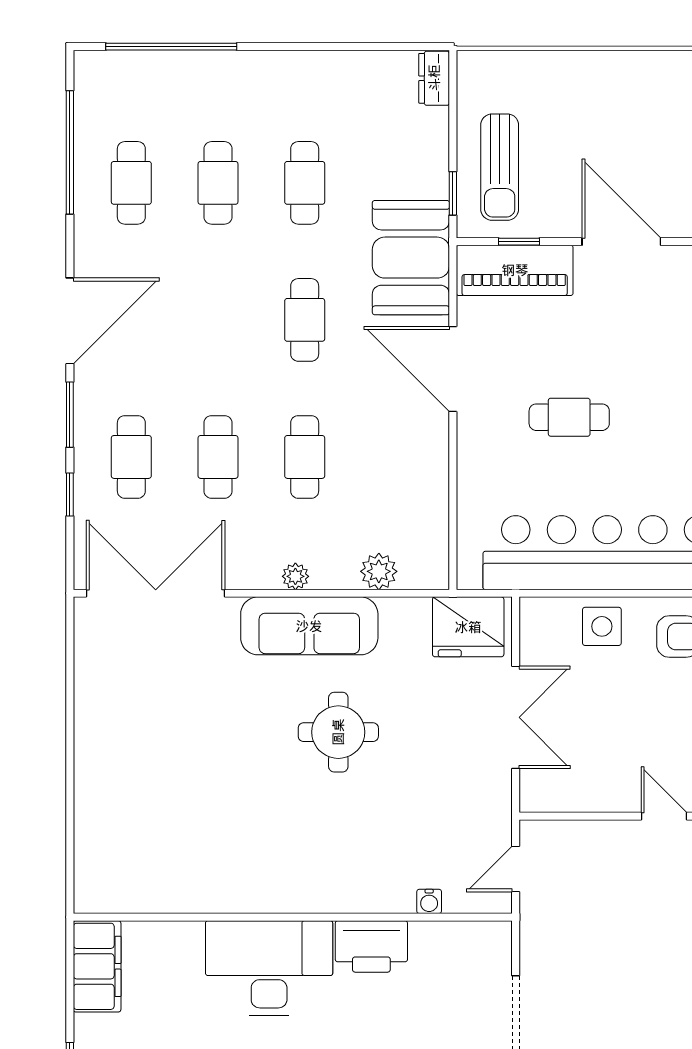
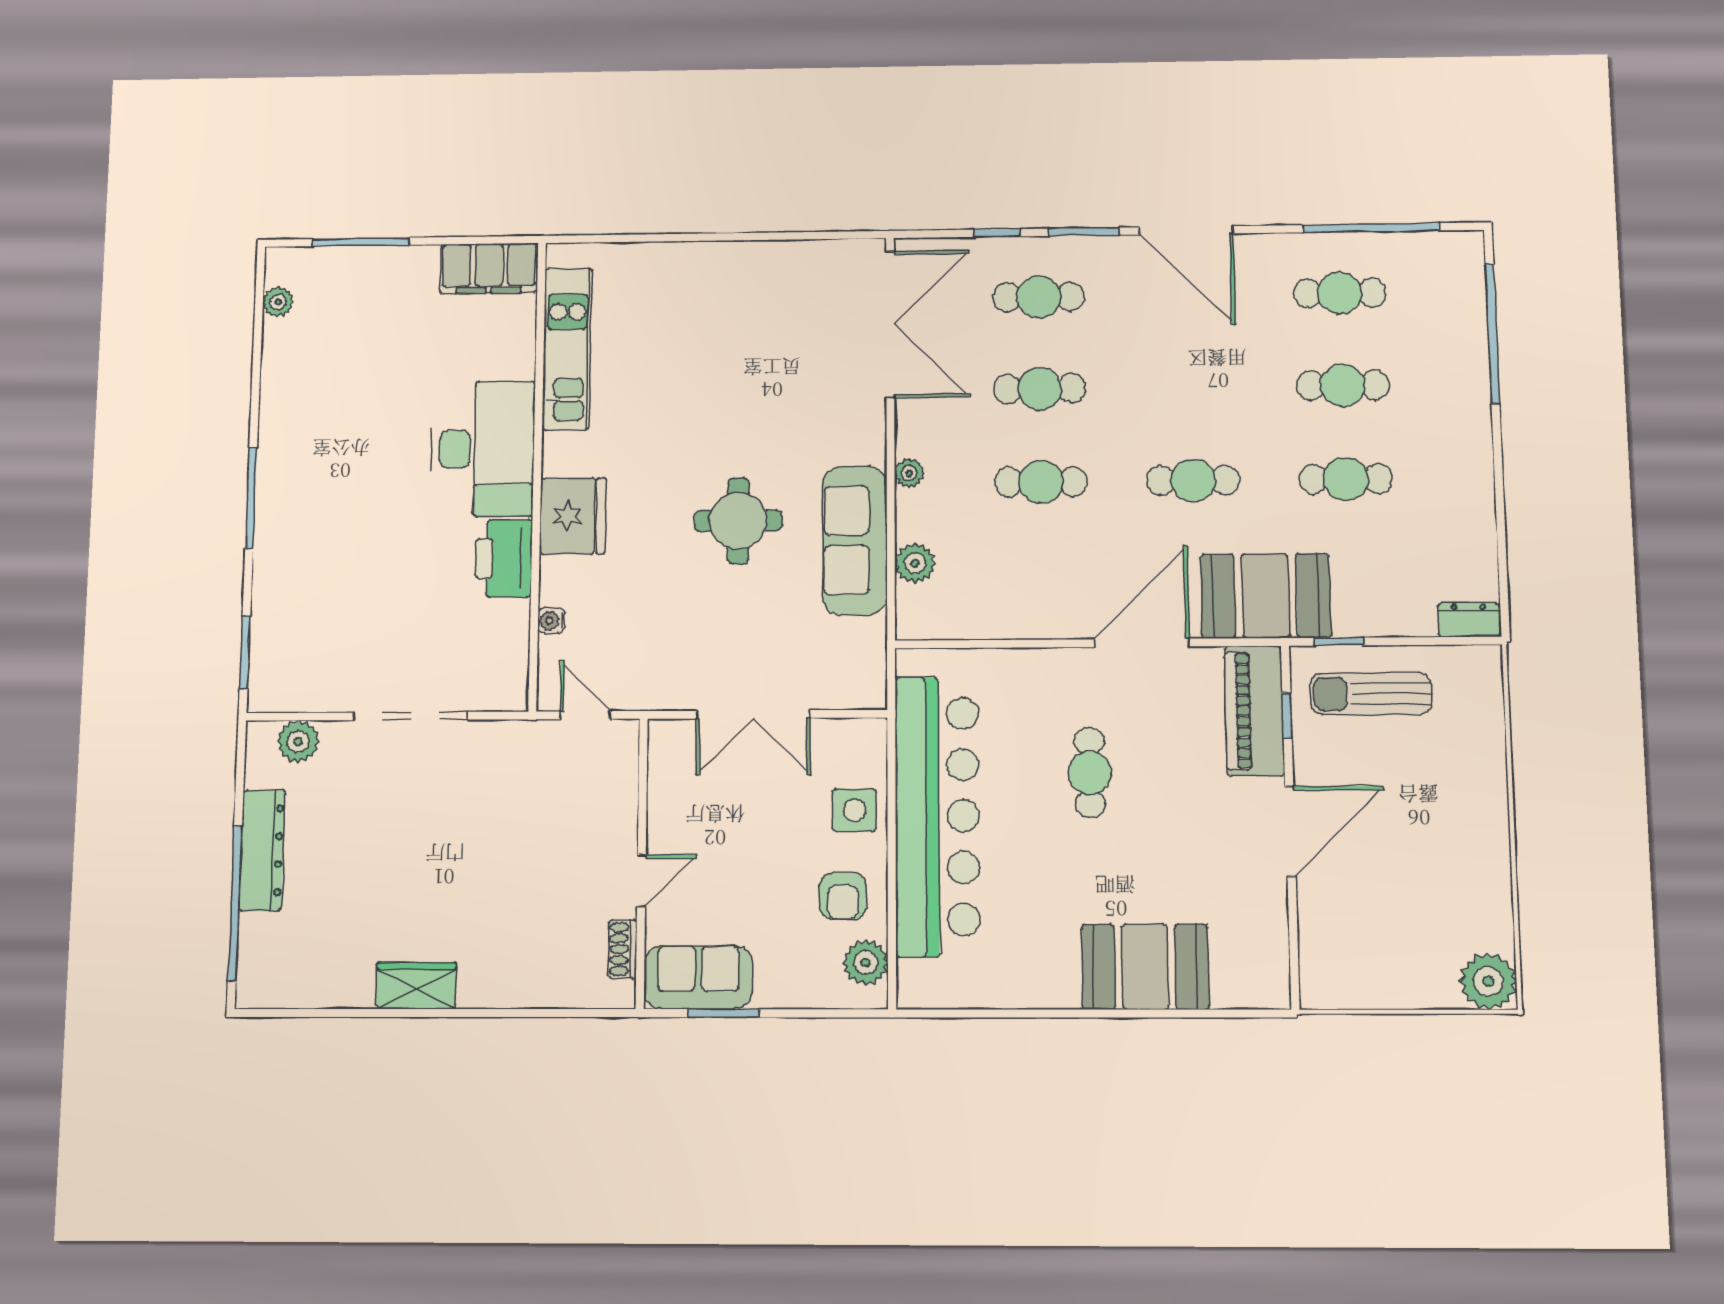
sofa: (309, 626) -> (855, 540), moved
fridge: (468, 627) -> (573, 516), moved, turned 180
kitchen unit: (175, 892) -> (567, 349), added

